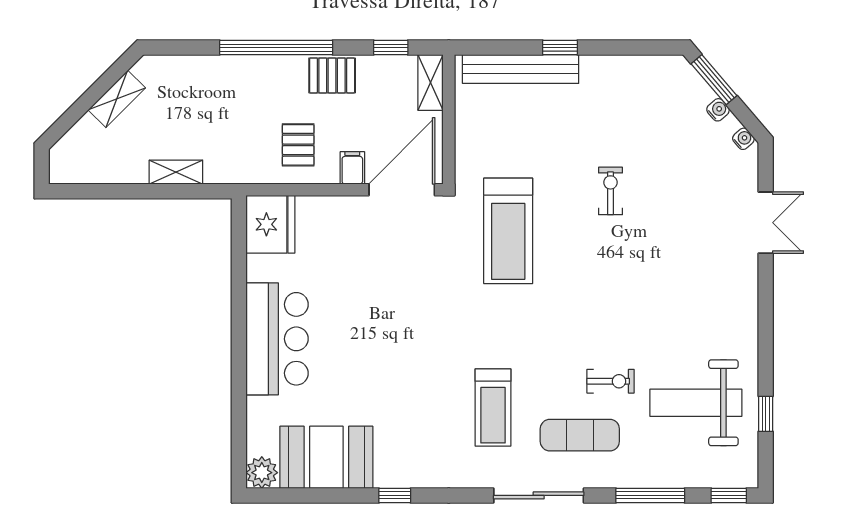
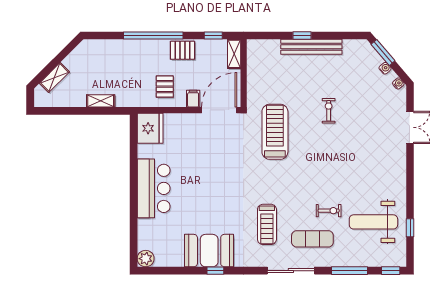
bench: (521, 69) -> (311, 47), moved
shelving: (117, 99) -> (54, 78), moved
treadmill: (508, 231) -> (275, 132), turned 180
booth: (326, 457) -> (209, 251), moved

